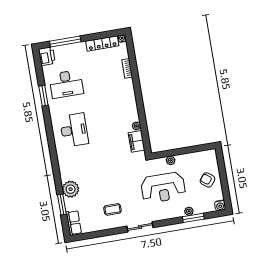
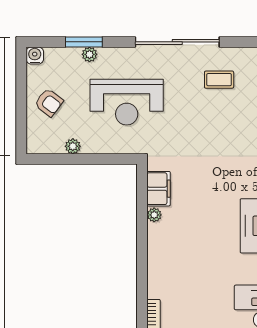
plant: (171, 160) -> (73, 146), moved
reception desk: (163, 188) -> (127, 102), turned 180
sliding door: (140, 227) -> (177, 42), width x1.86

